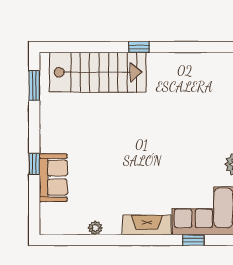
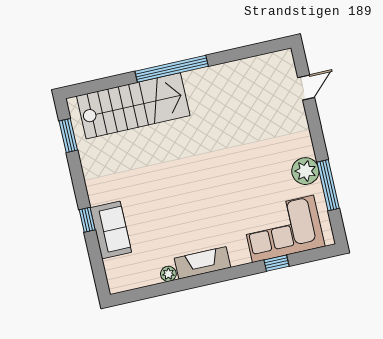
window: (139, 47) -> (172, 69), width x3.17
fireplace: (147, 225) -> (203, 263), moved

